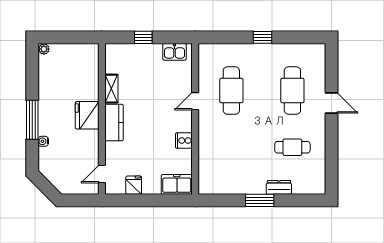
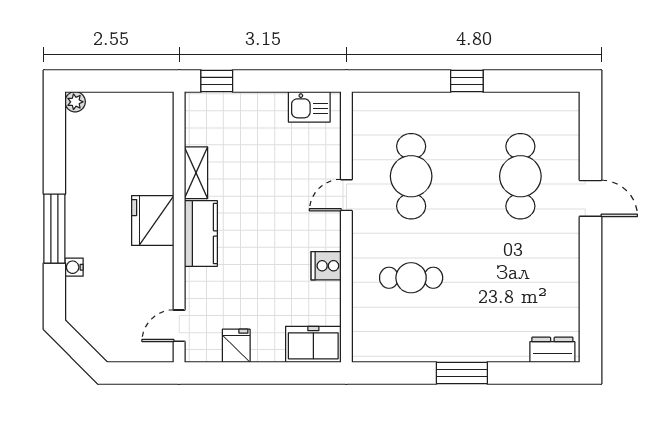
window: (143, 37) -> (217, 81), moved
cafe table: (292, 147) -> (411, 278), moved
dresser: (279, 187) -> (552, 350), moved

